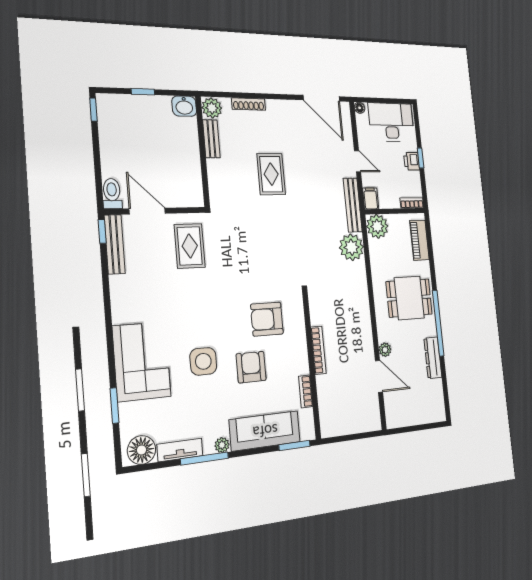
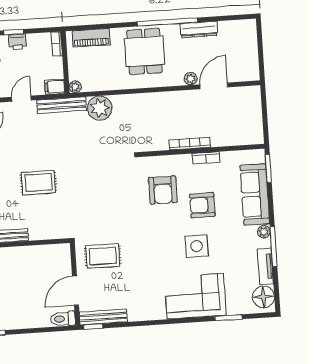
plant: (377, 226) -> (75, 87), width x0.53, depth x0.53
bookcase: (306, 391) -> (206, 158), moved

